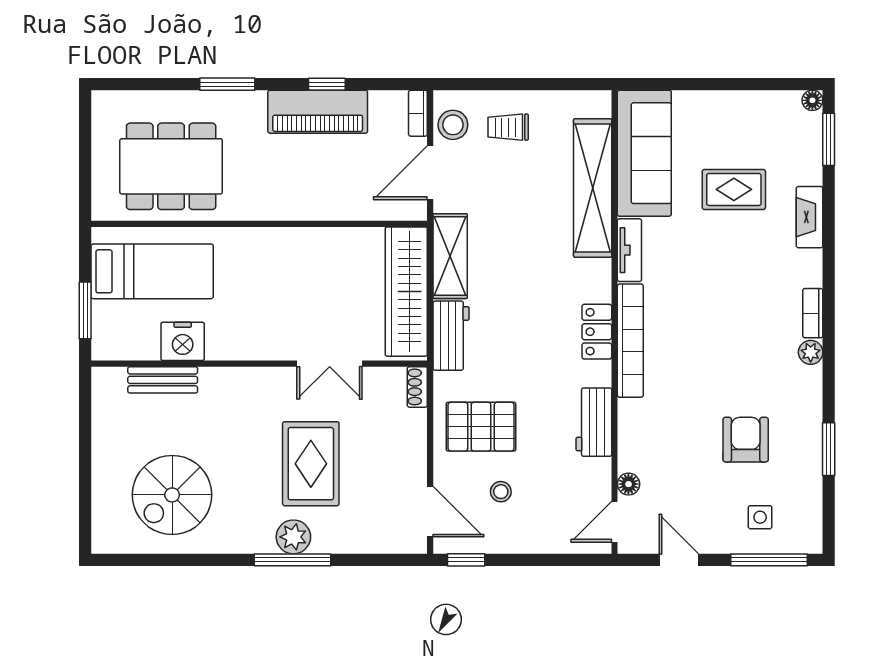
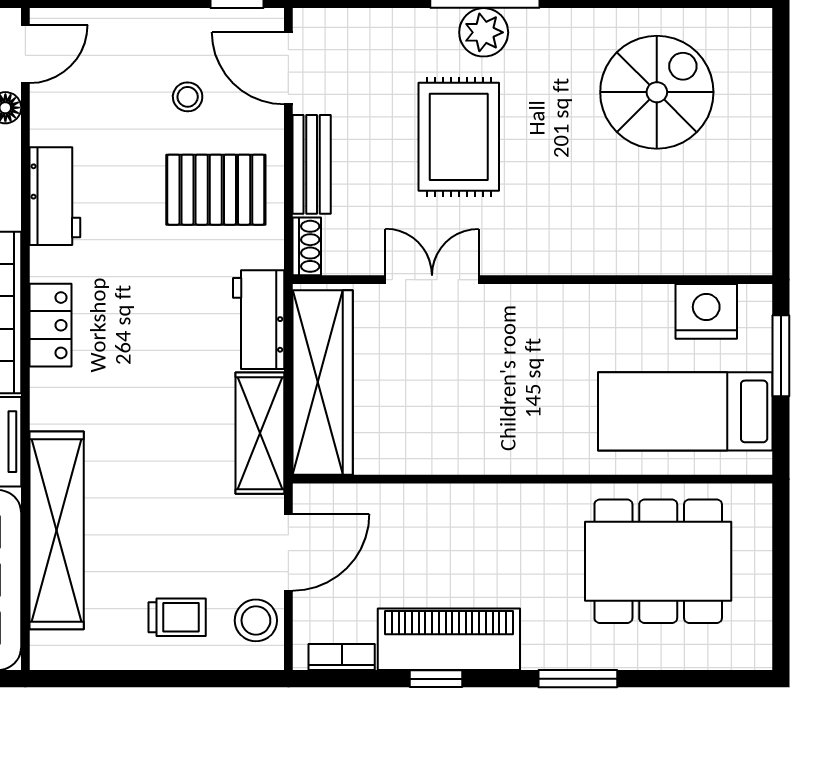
bookcase: (418, 113) -> (342, 657), moved, turned -90
nightstand: (183, 341) -> (706, 311), moved
bench: (163, 380) -> (312, 164), moved, turned 90

